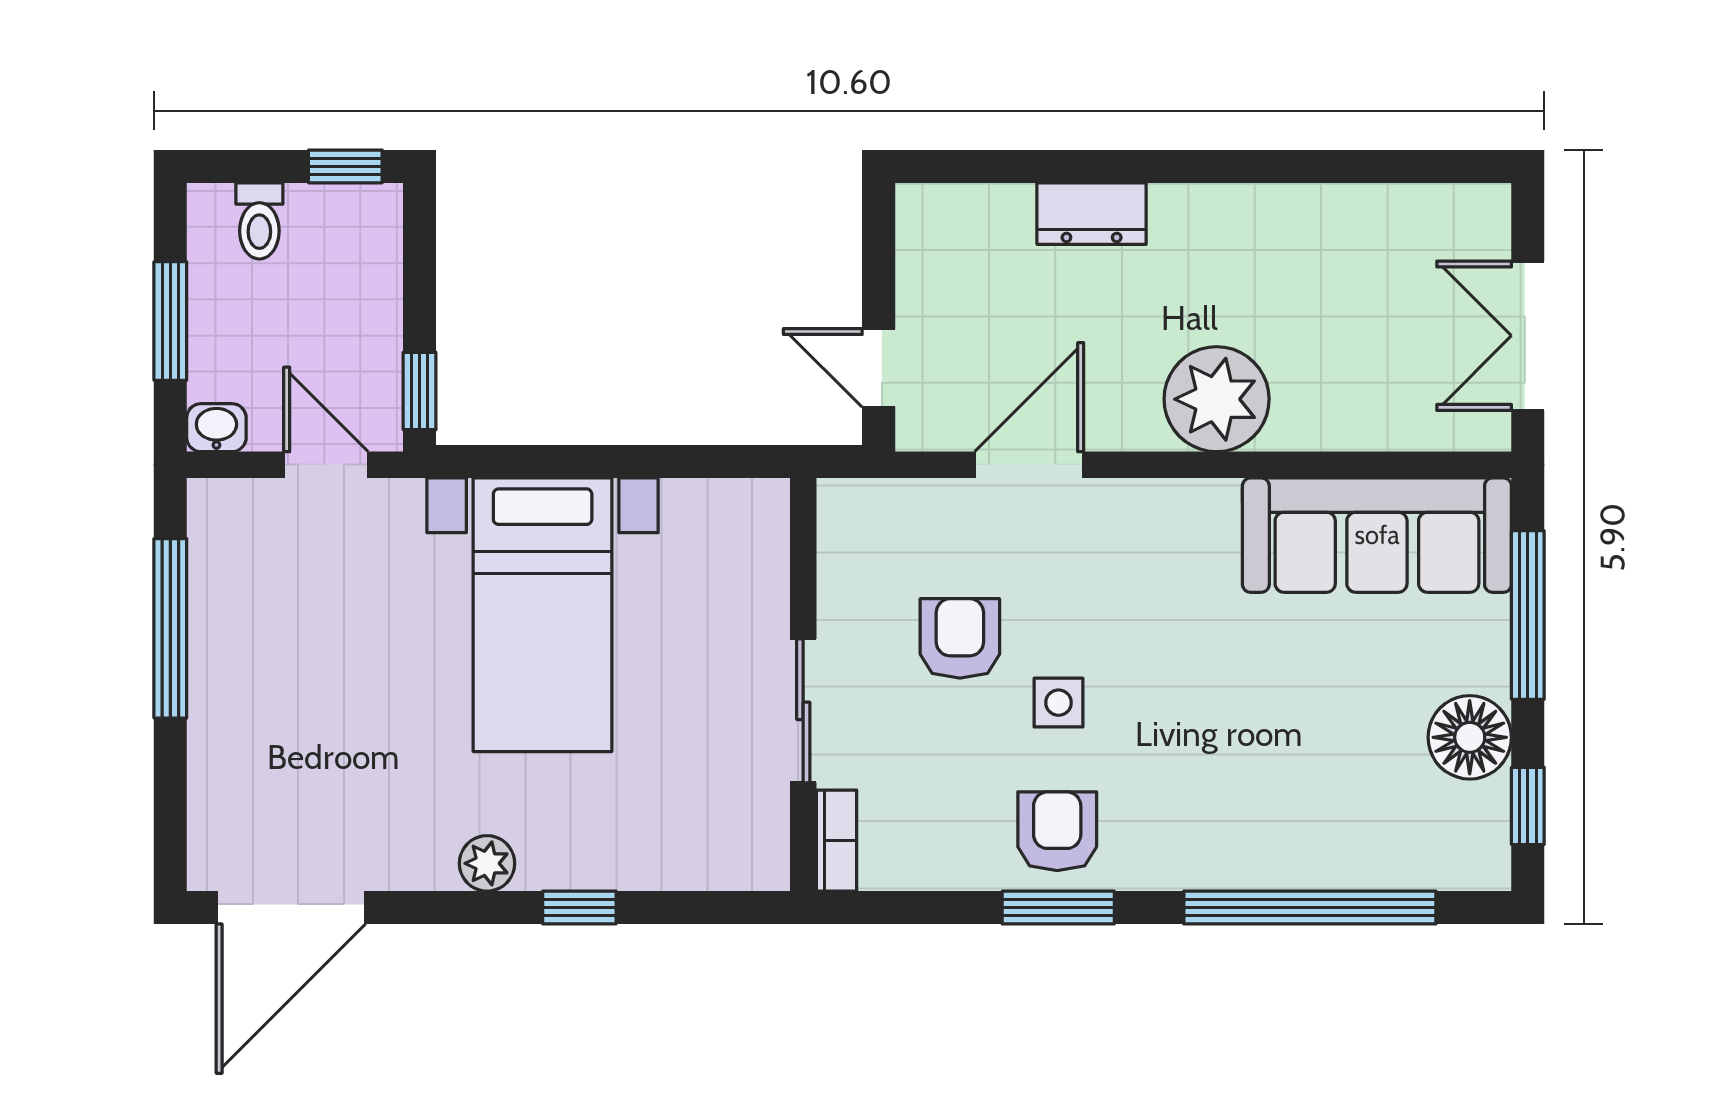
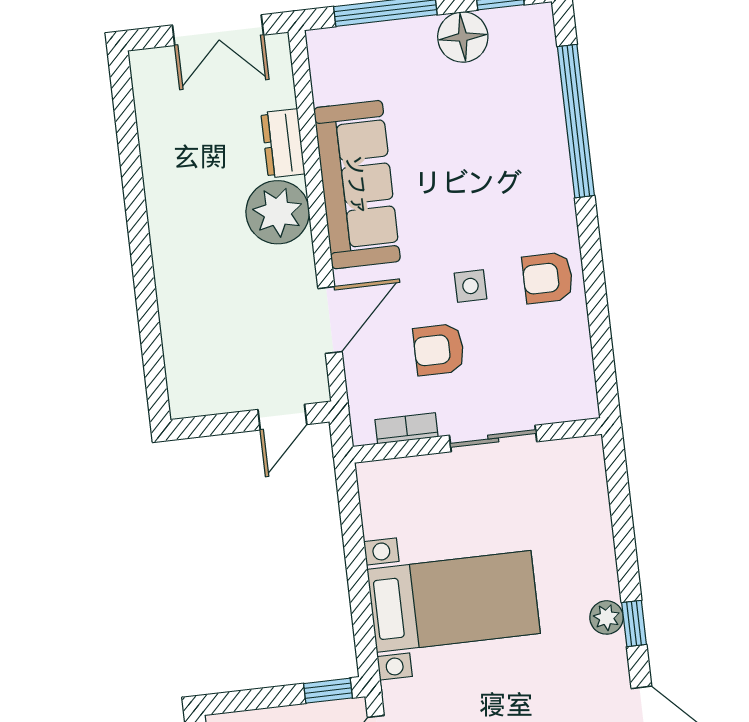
dresser: (1092, 214) -> (283, 143), moved, turned 180
door: (1029, 465) -> (330, 320), swing flipped
sofa: (1377, 535) -> (357, 185), moved
bookcase: (837, 841) -> (406, 428), moved
window: (579, 907) -> (634, 624), moved
window: (1058, 907) -> (593, 272), removed

